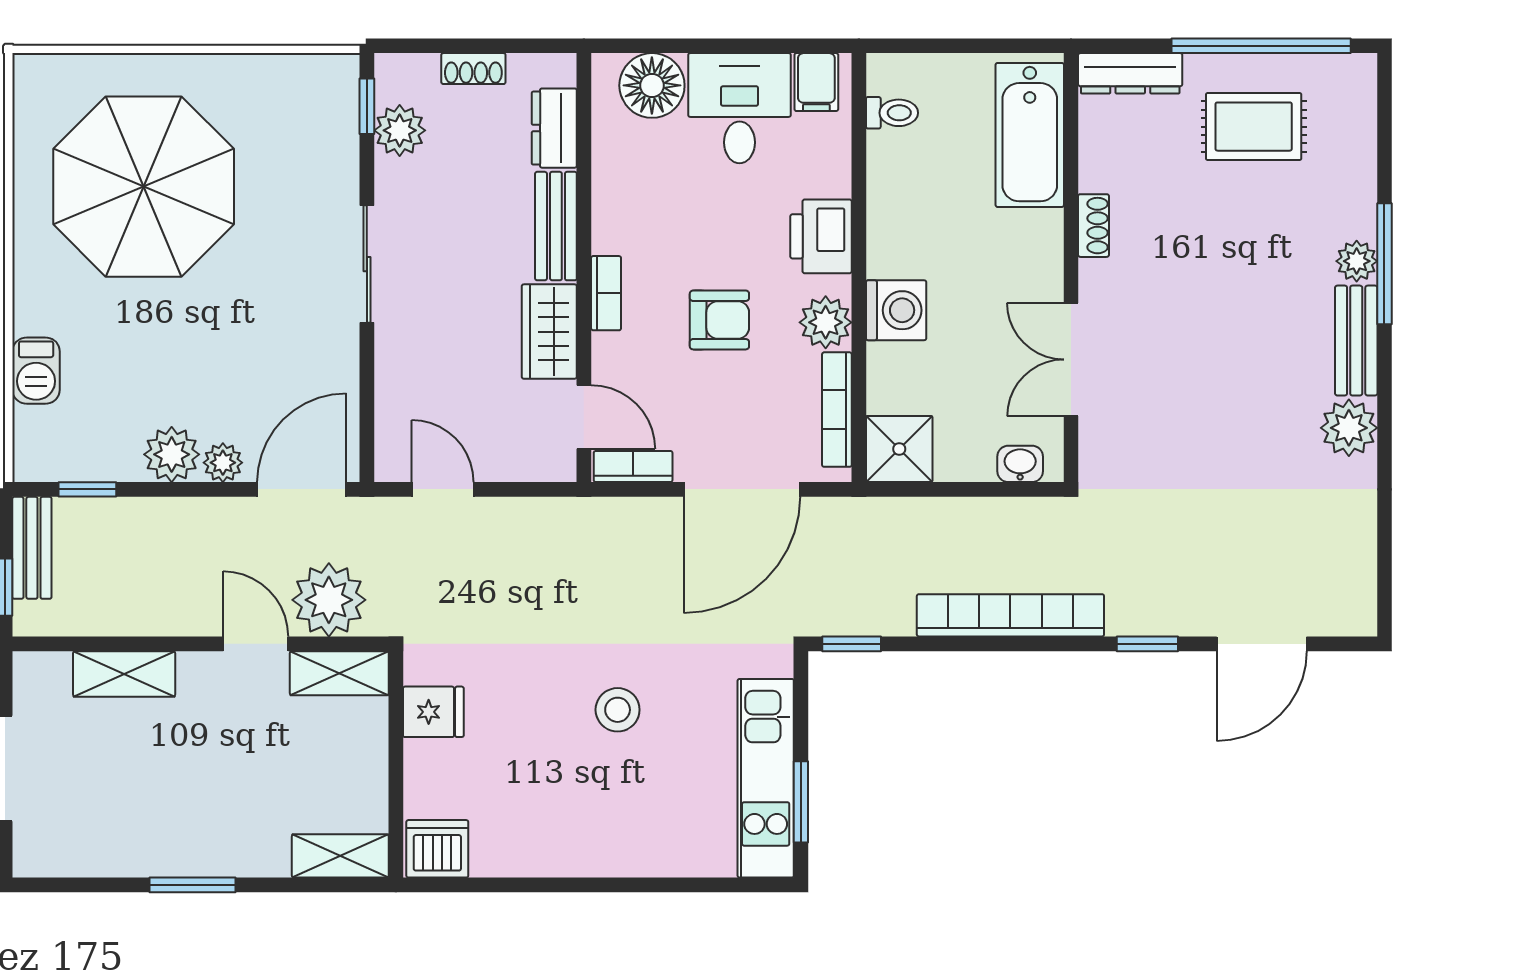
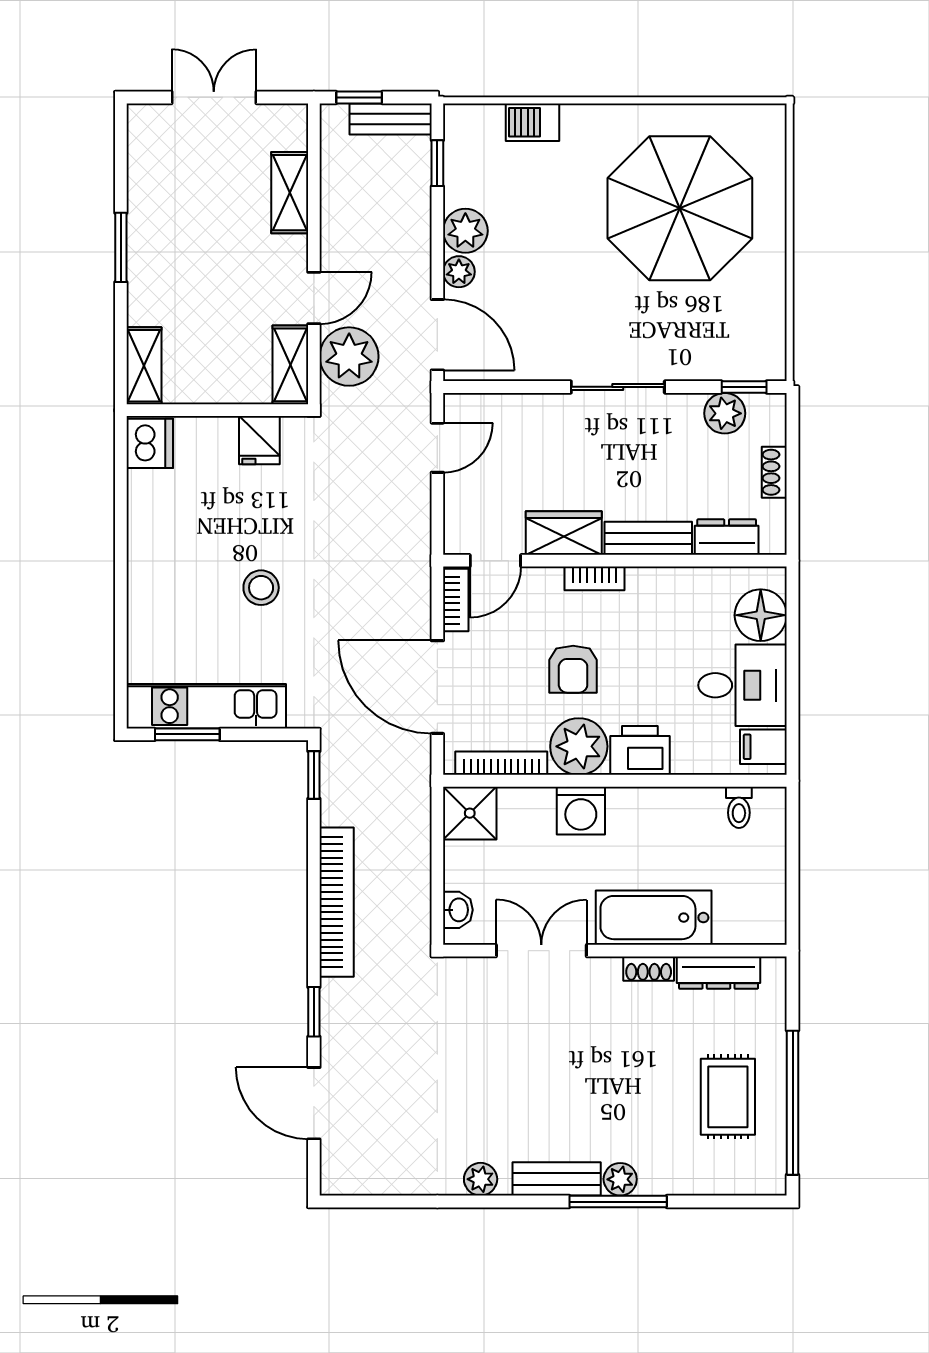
dresser: (1130, 73) -> (719, 973), moved, turned -90
bathtub: (1030, 135) -> (654, 918), moved
plant: (826, 322) -> (579, 746), width x1.36, depth x1.36
plant: (1349, 428) -> (481, 1179), width x0.73, depth x0.73

